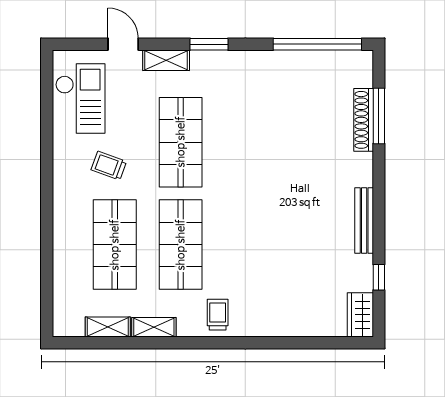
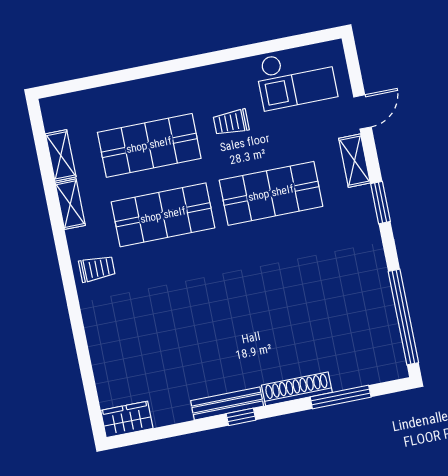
shoe rack: (364, 120) -> (297, 389), moved
trolley: (109, 166) -> (231, 122), turned -110
window: (379, 277) -> (241, 417), moved

